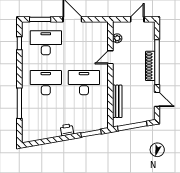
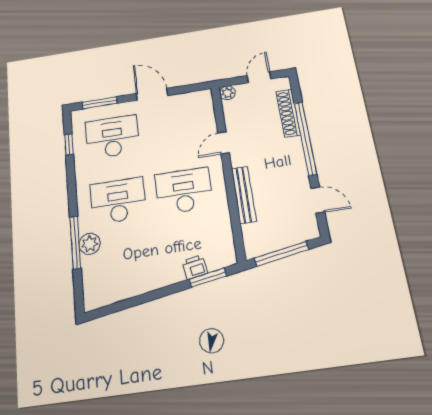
plant: (117, 38) -> (227, 93), moved
shoe rack: (150, 66) -> (288, 113), moved
bench: (117, 101) -> (244, 195), moved
plant: (28, 105) -> (90, 244), added
printer: (67, 130) -> (195, 267), moved

